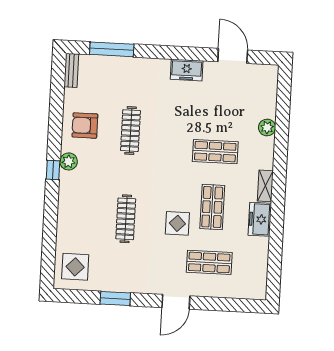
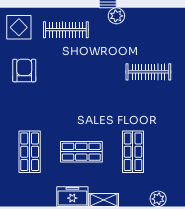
armchair: (85, 125) -> (24, 70), moved
clothes rail: (126, 219) -> (66, 30), moved
display table: (177, 223) -> (64, 120), removed

